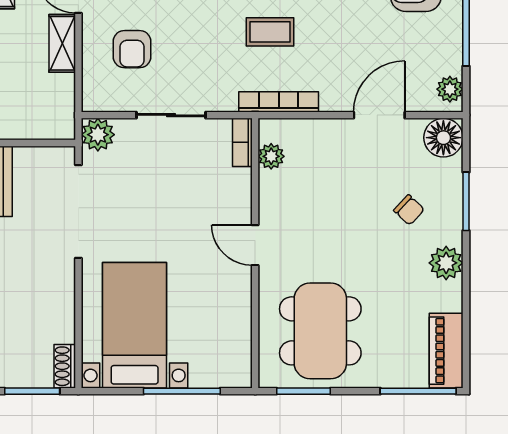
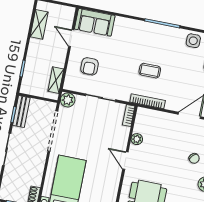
shelving: (62, 43) -> (56, 80), moved
plant: (271, 156) -> (137, 139), moved

